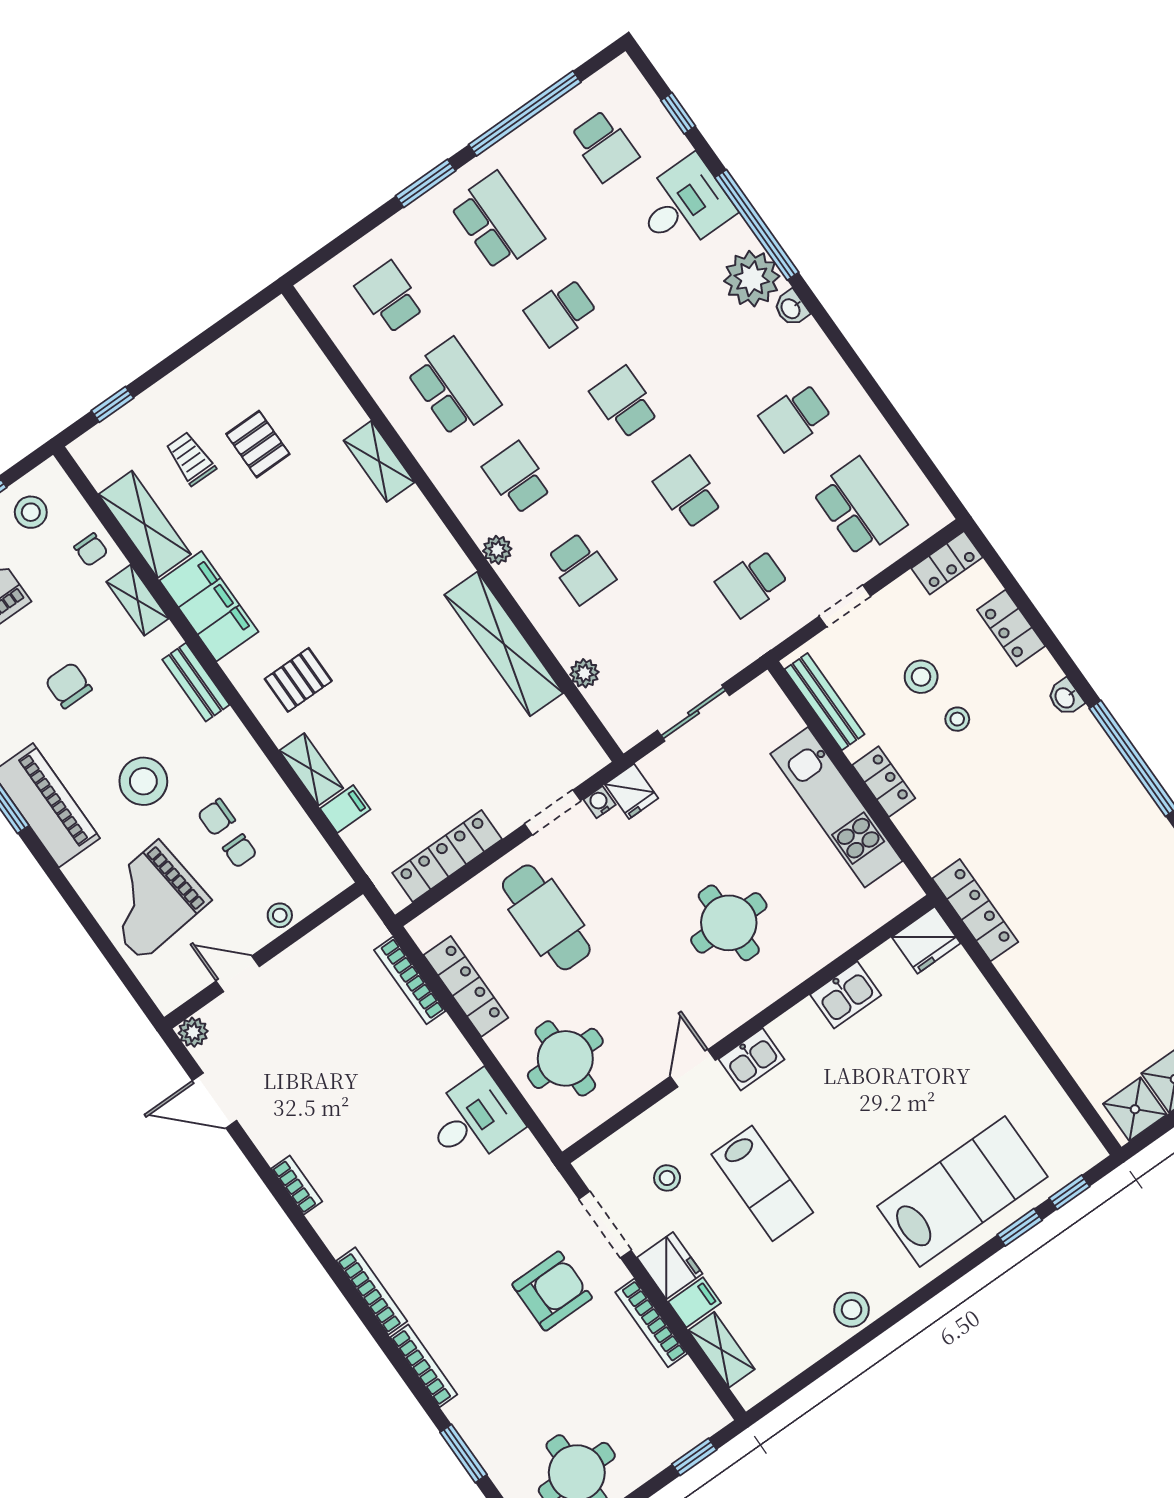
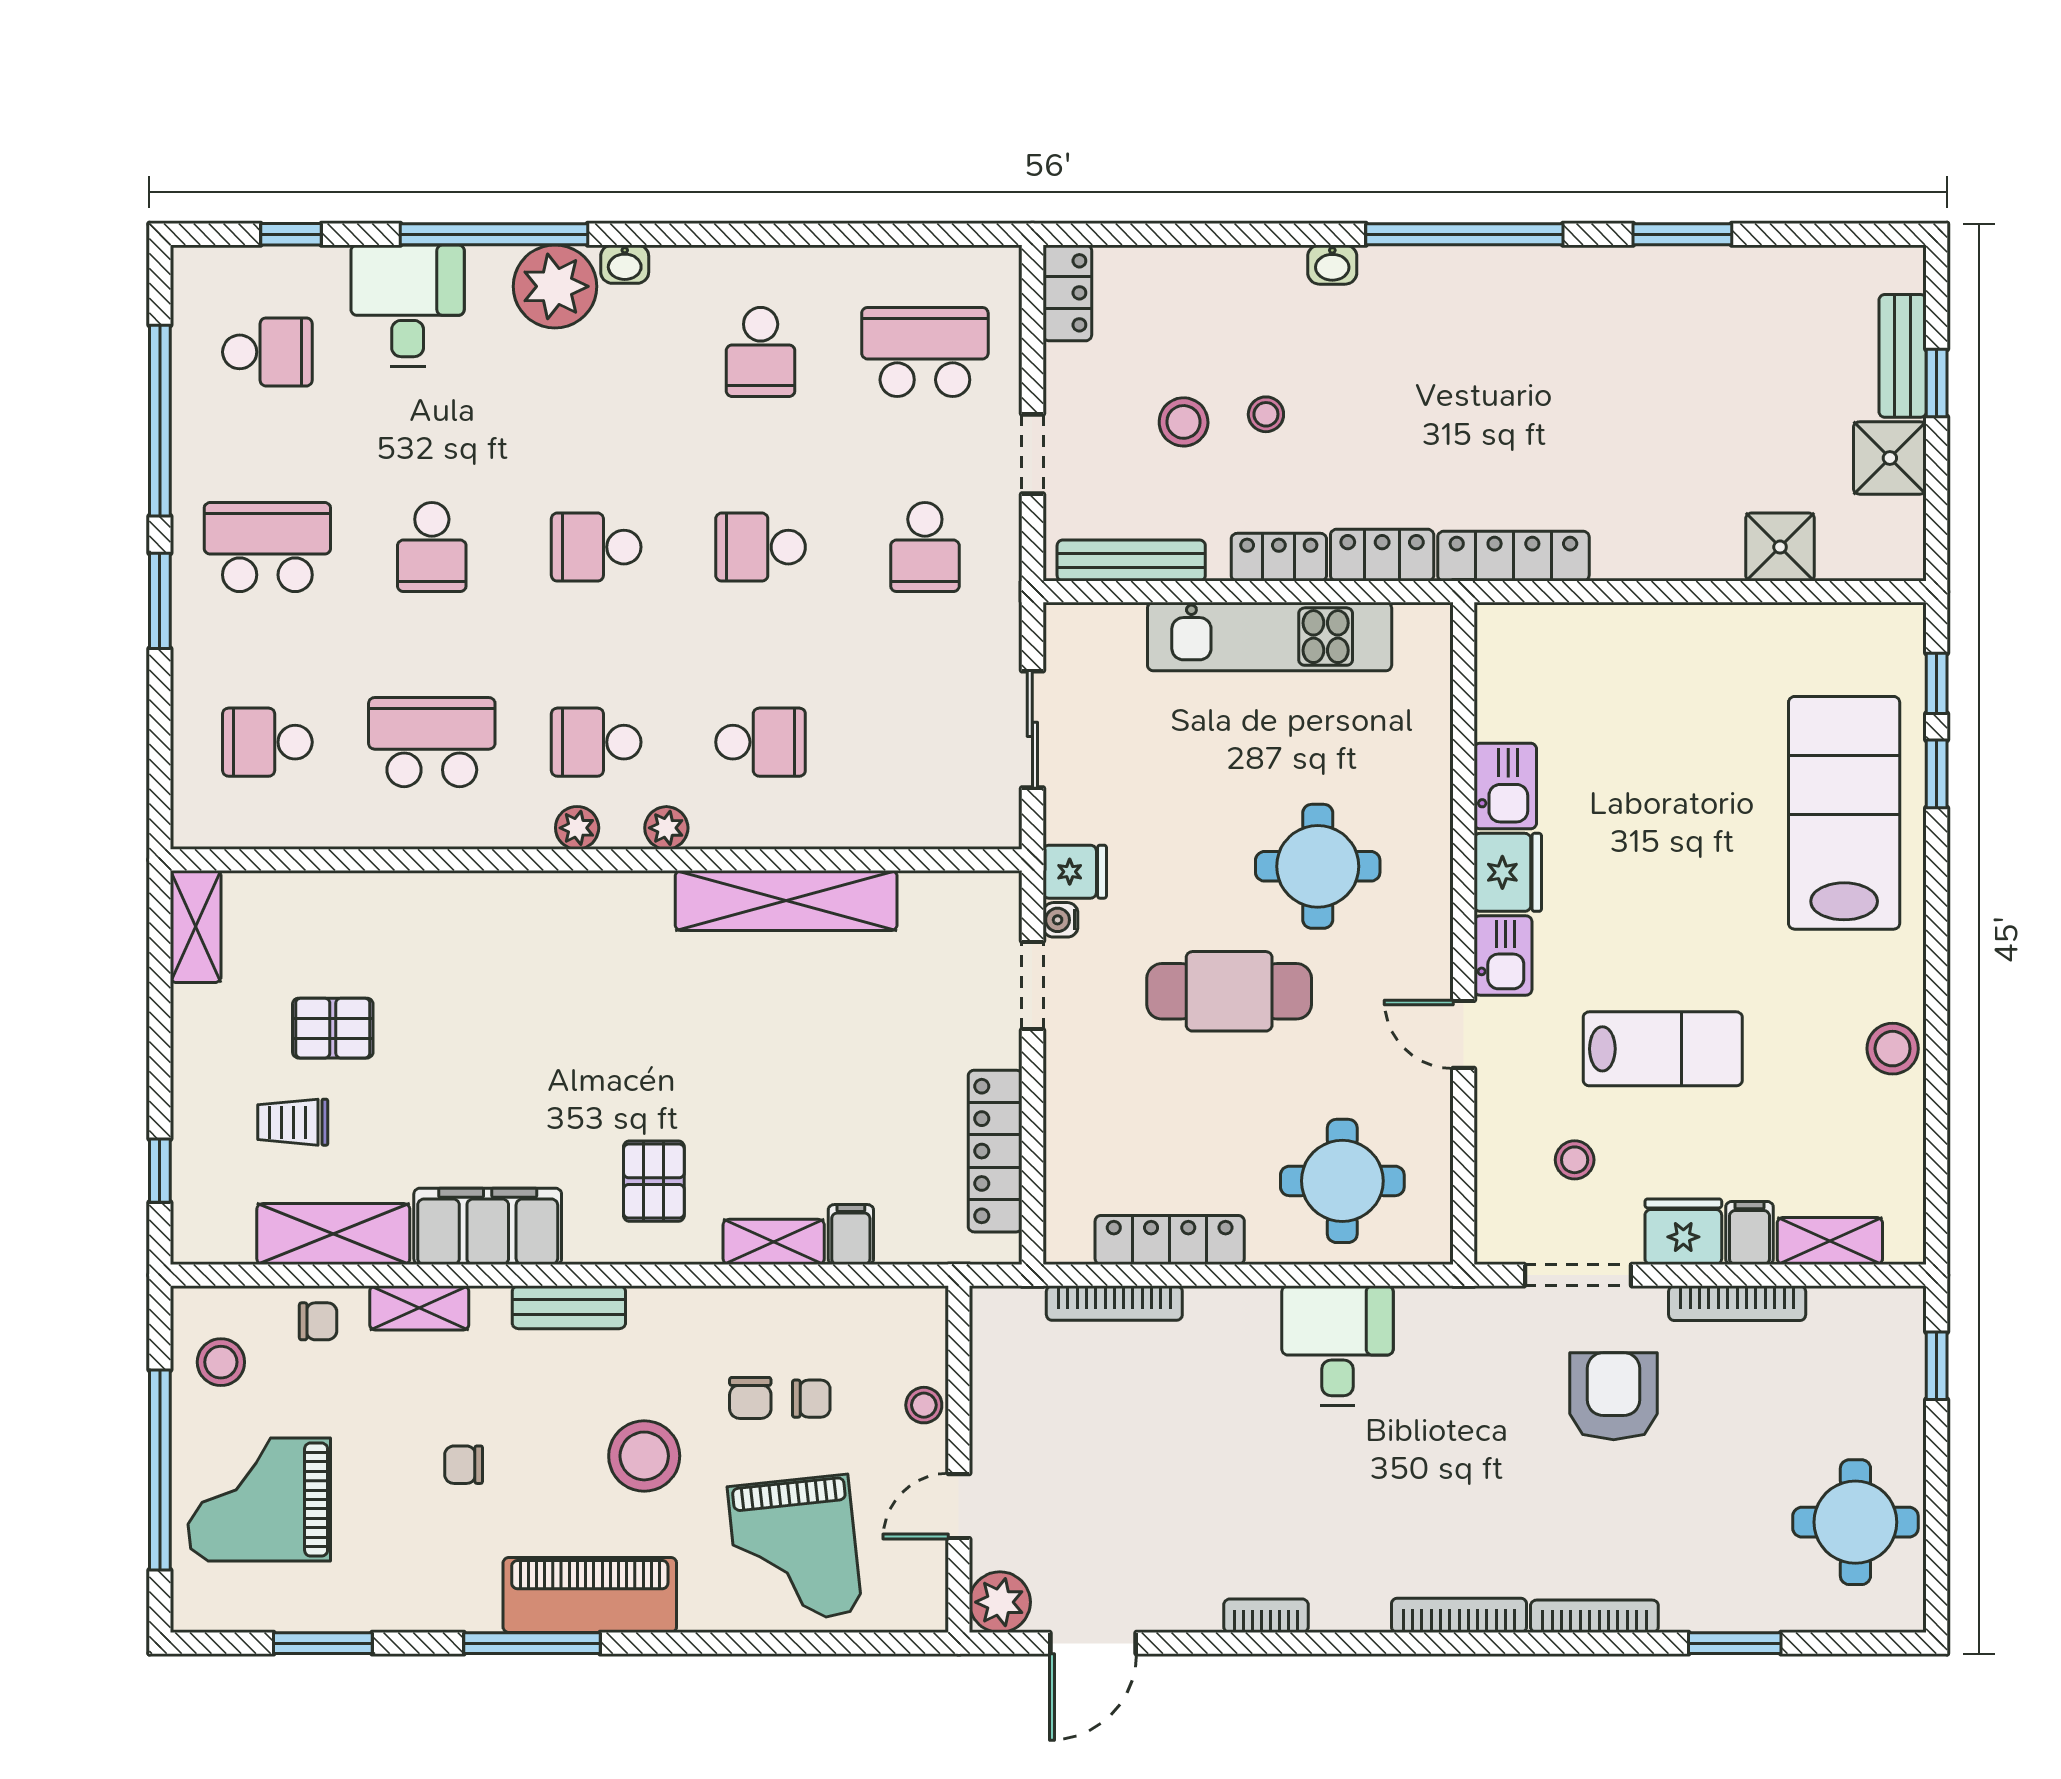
shelving: (379, 461) -> (196, 926), moved, turned 90
locker: (1011, 628) -> (1382, 555), moved, turned 180
plant: (584, 673) -> (577, 828), moved
chair: (69, 685) -> (464, 1465), width x0.73, depth x0.73
cafe table: (546, 917) -> (1229, 991), moved
fridge: (926, 940) -> (1508, 872), moved
plant: (193, 1032) -> (1000, 1602), width x1.38, depth x1.38
shower: (1135, 1109) -> (1780, 547), moved

